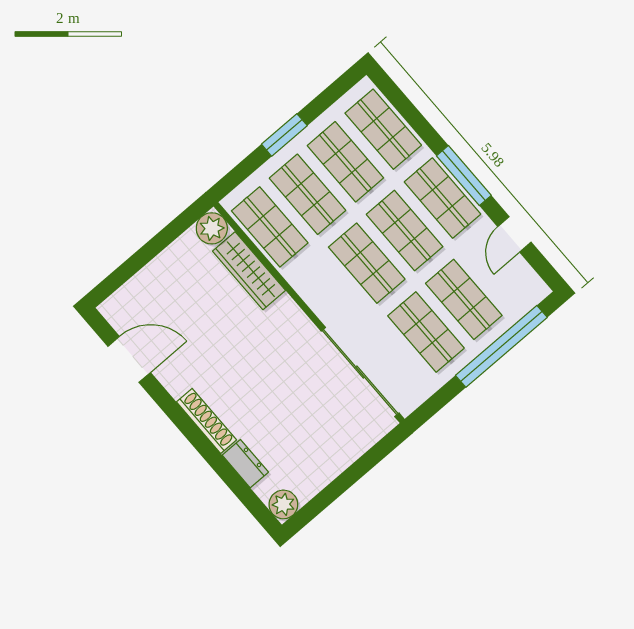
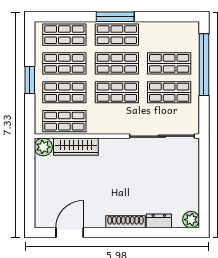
door: (514, 234) -> (160, 17), removed

